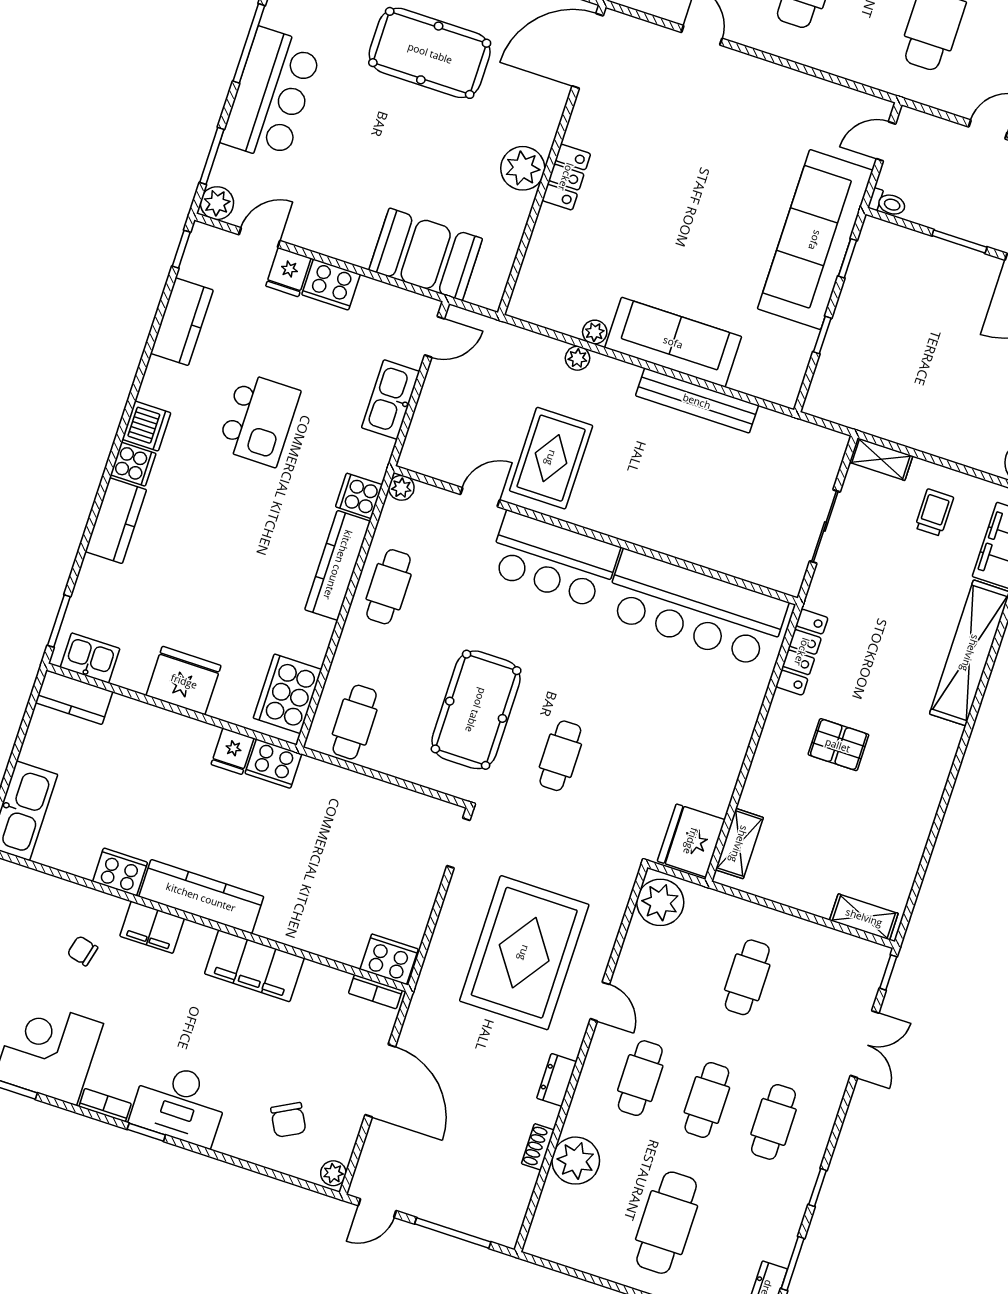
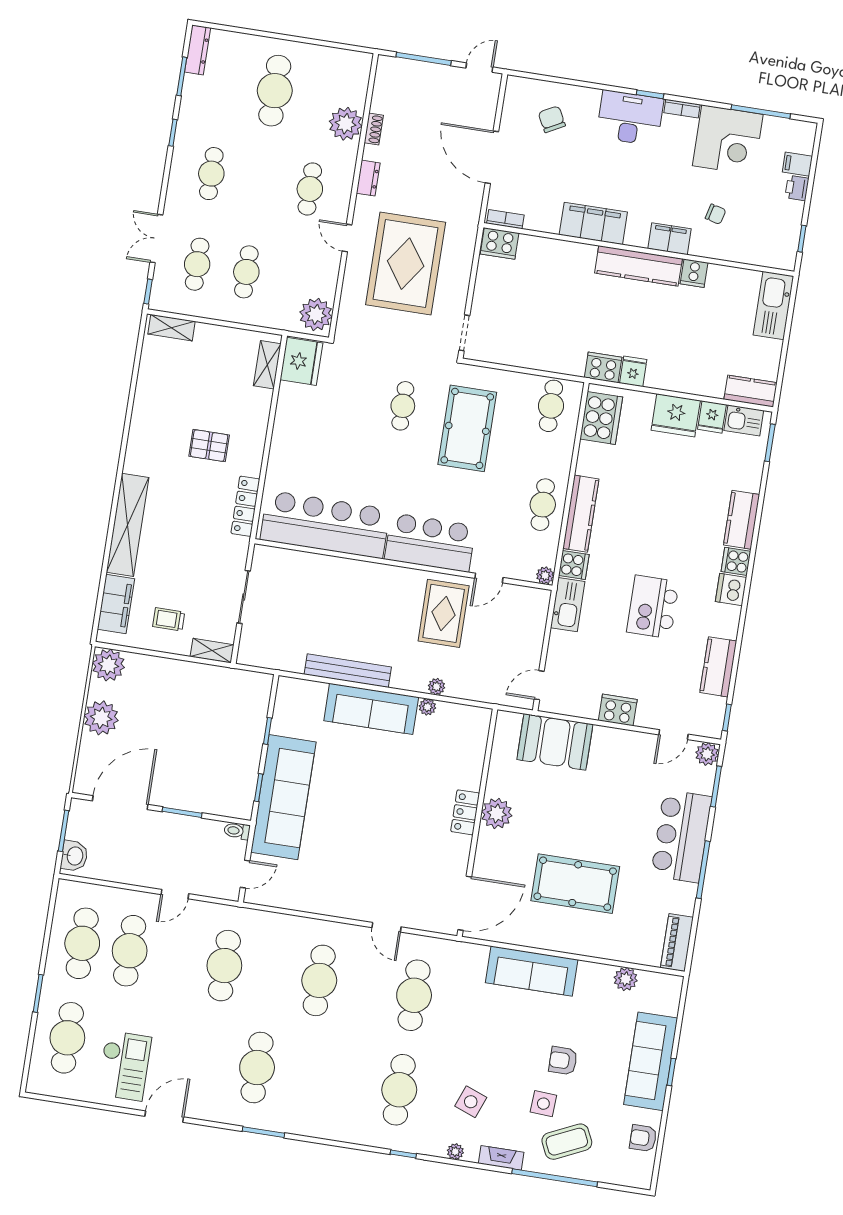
fridge: (288, 272) -> (712, 417), moved, turned 180
kitchen sink: (391, 400) -> (568, 605), moved
trolley: (934, 513) -> (169, 619), turned 90
cooker: (120, 872) -> (694, 273), width x0.73
cafe table: (707, 1100) -> (197, 264), moved
plant: (333, 1173) -> (514, 87), removed

